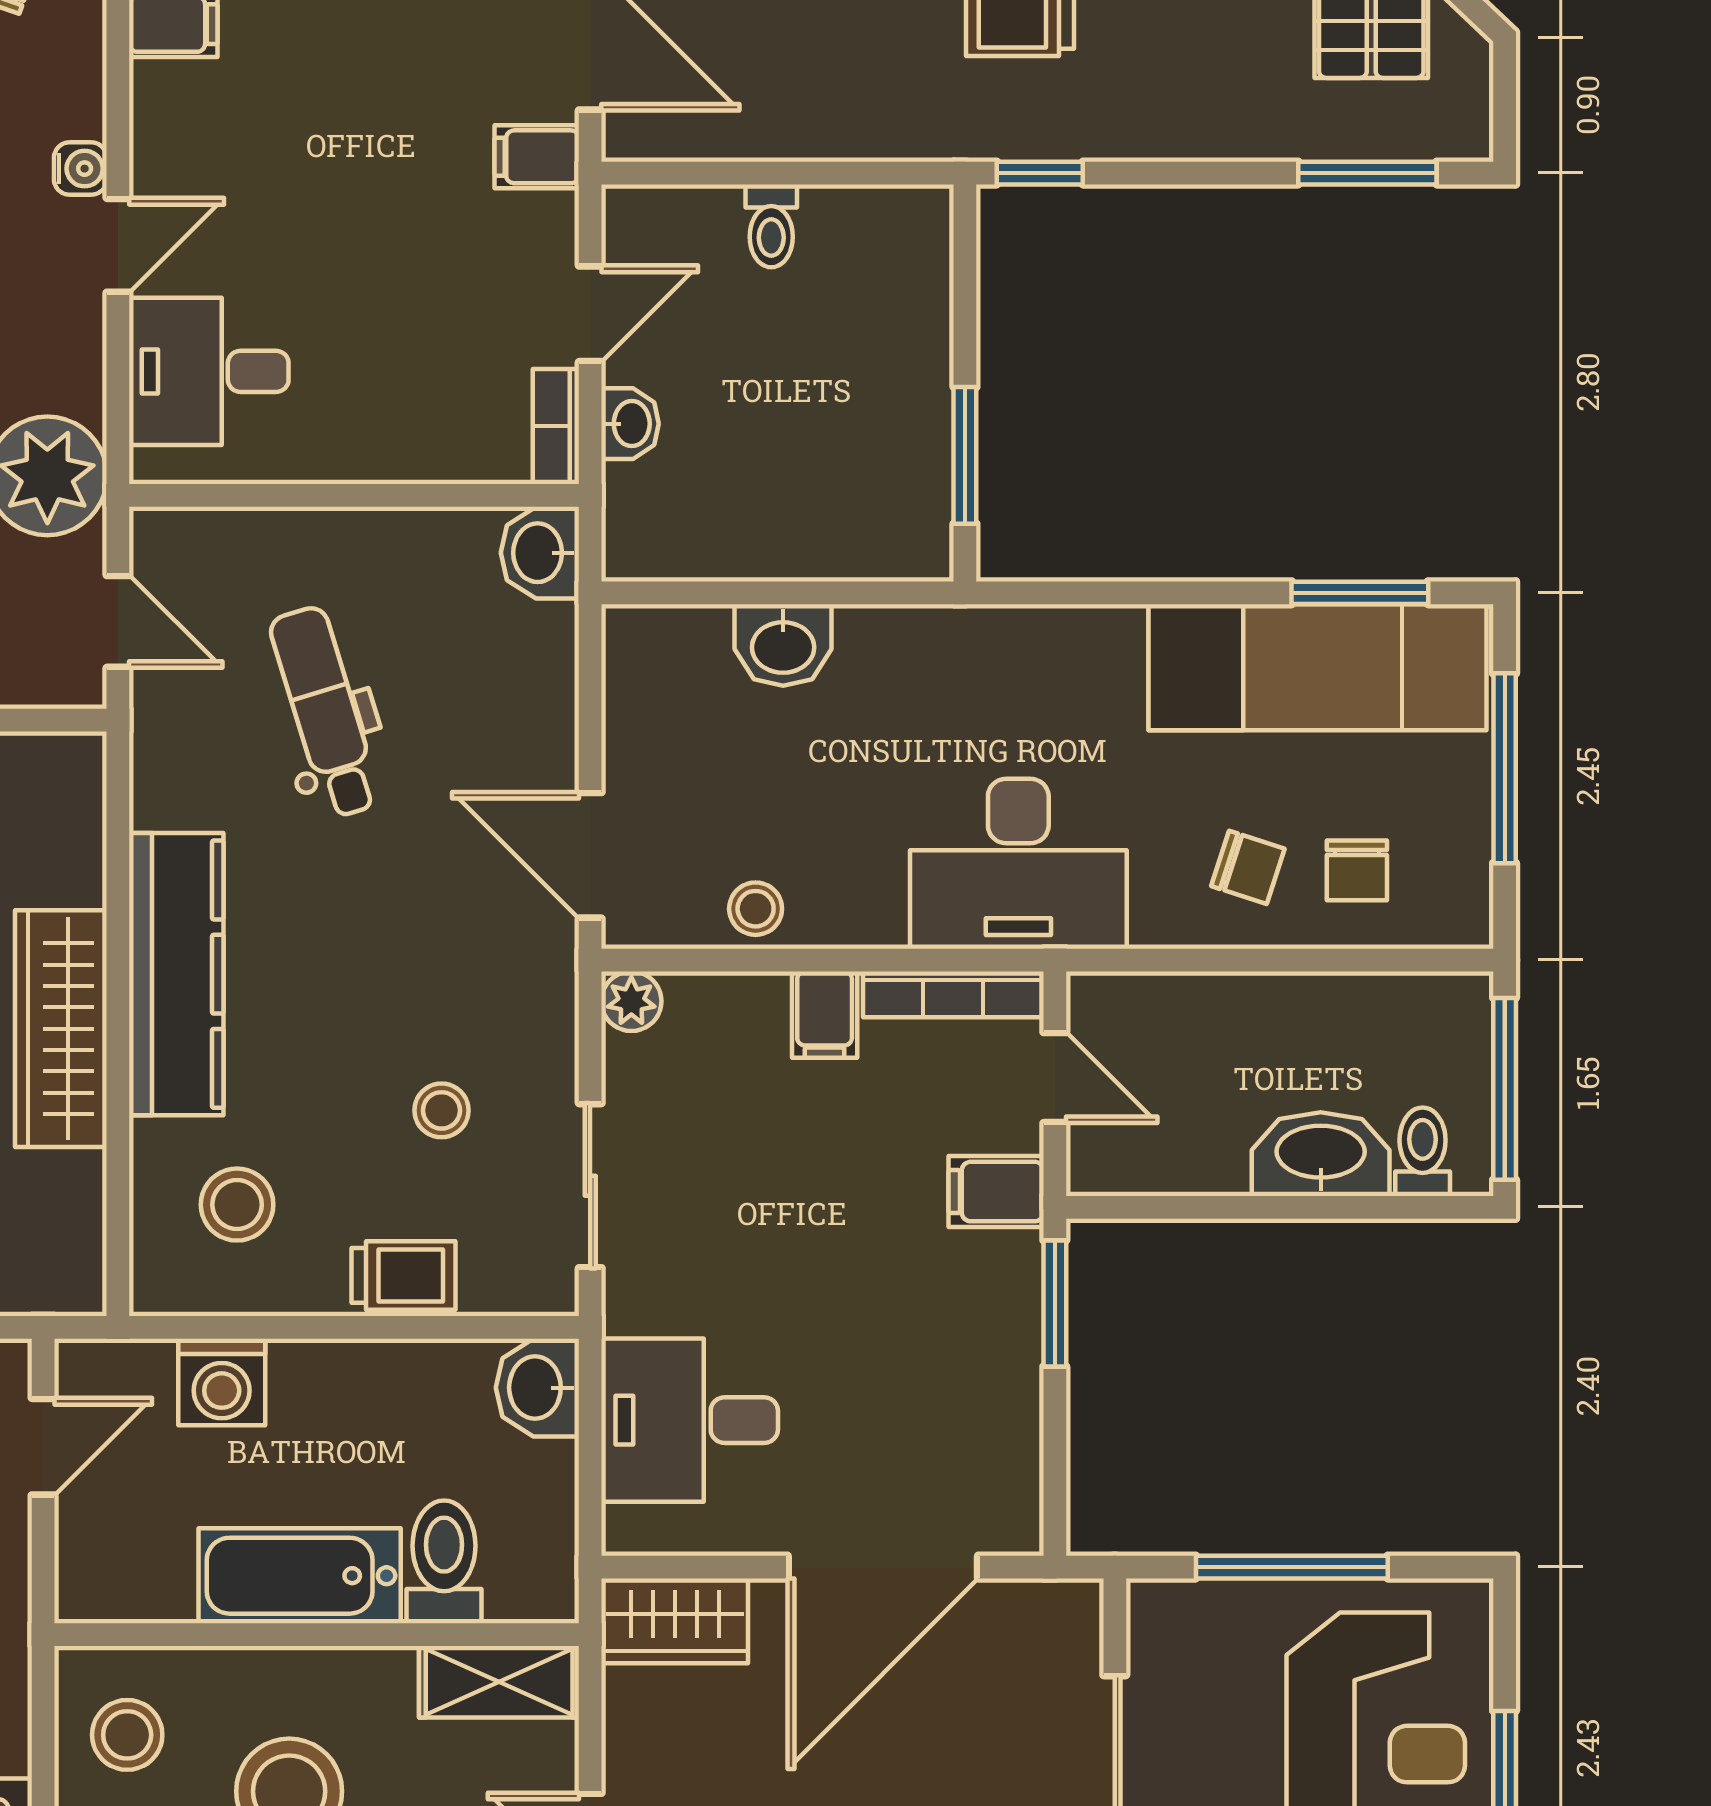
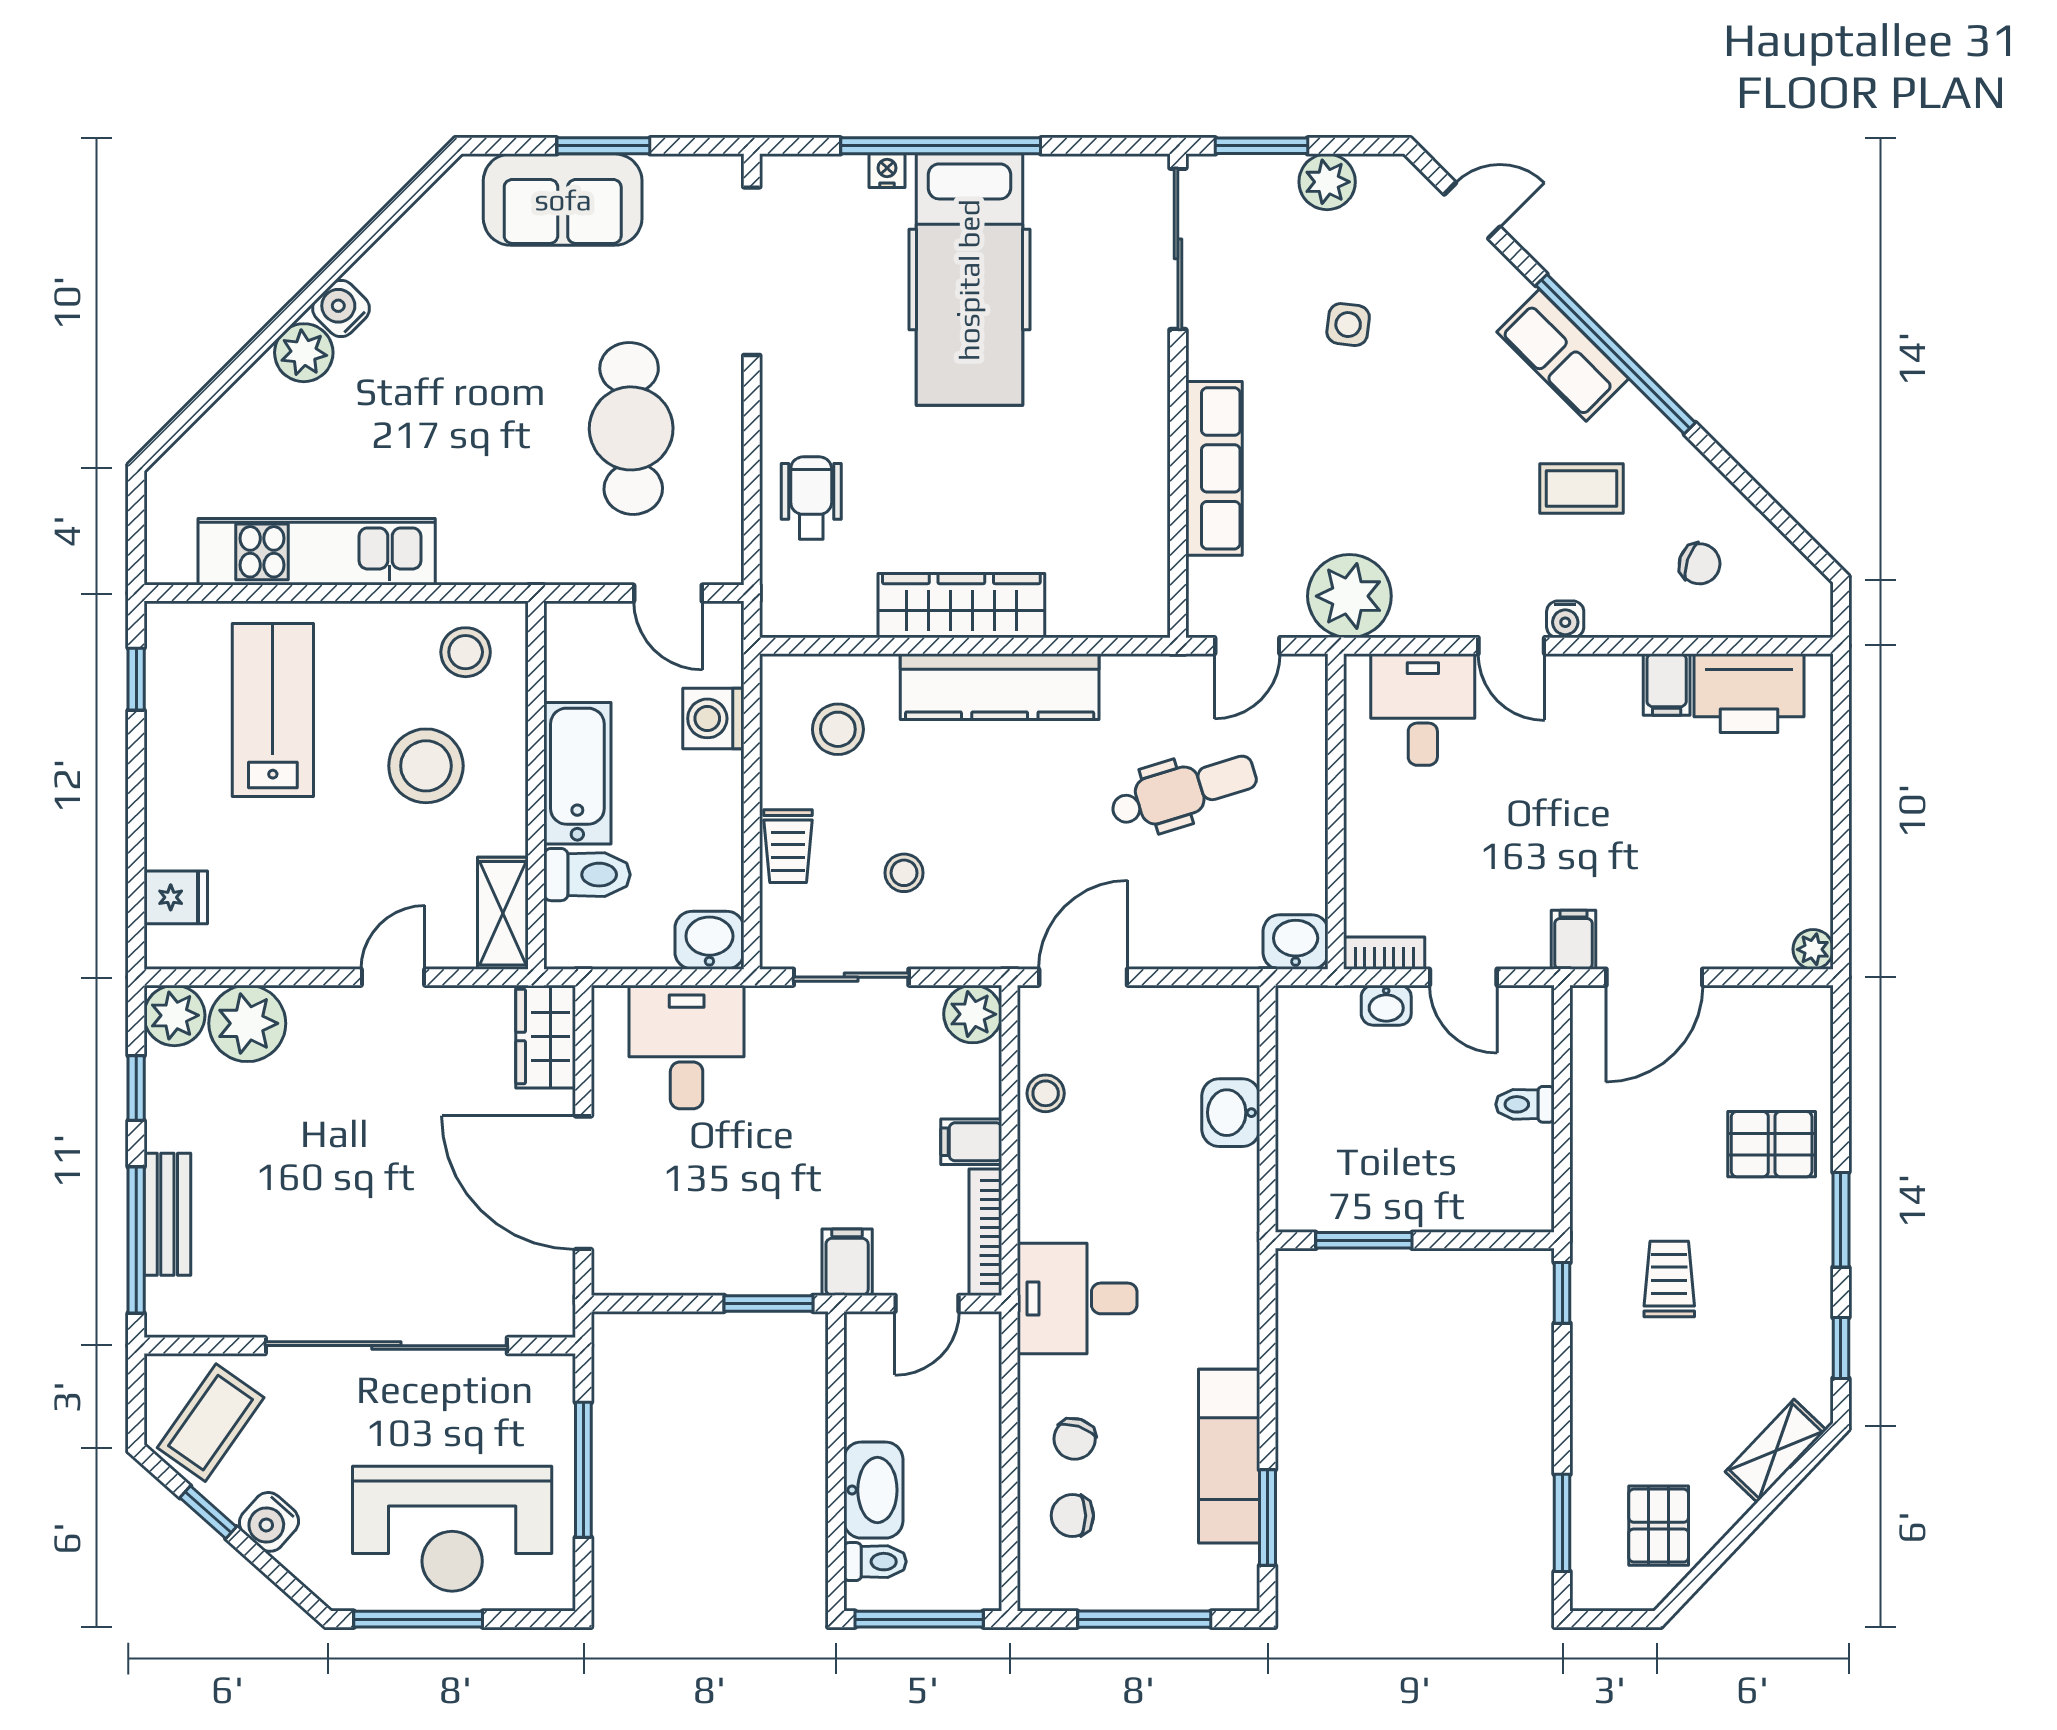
exam couch: (1317, 667) -> (1229, 1456), width x0.73, depth x0.69
desk: (1018, 864) -> (1077, 1298), width x0.73
plant: (631, 1001) -> (973, 1014), width x1.38, depth x1.38

